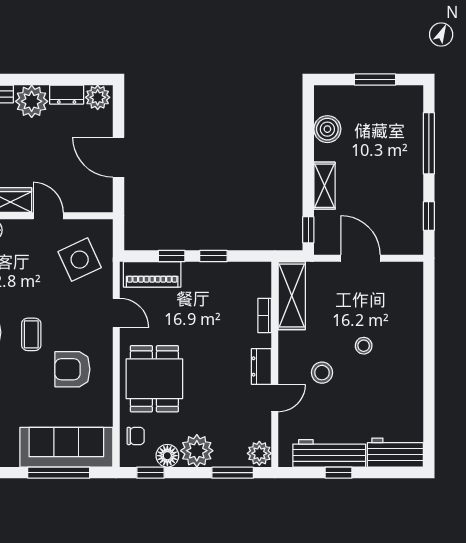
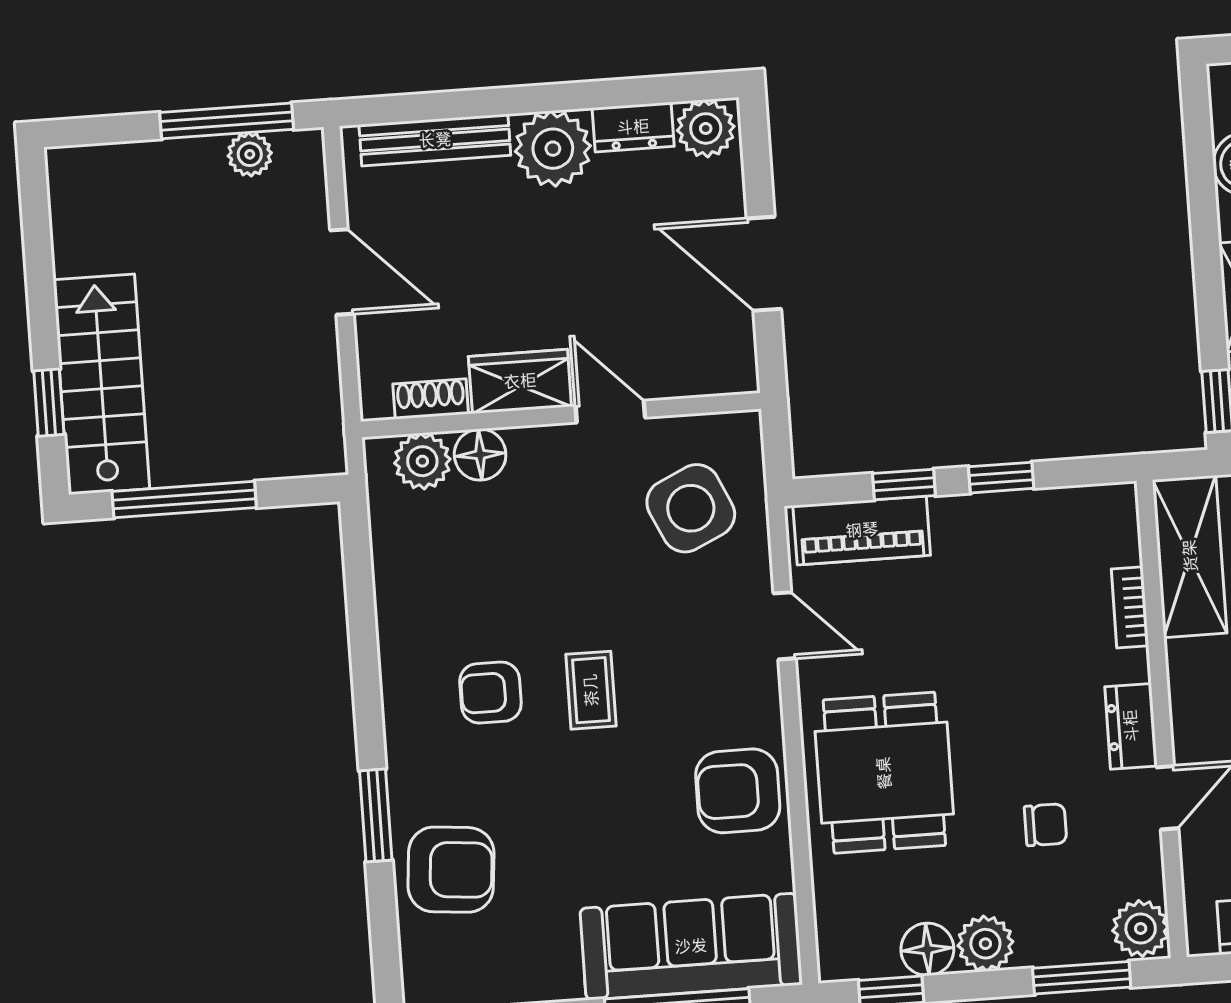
armchair: (72, 369) -> (738, 791), moved
chair: (136, 436) -> (1046, 825), moved
plant: (197, 451) -> (985, 944), width x0.73, depth x0.73

